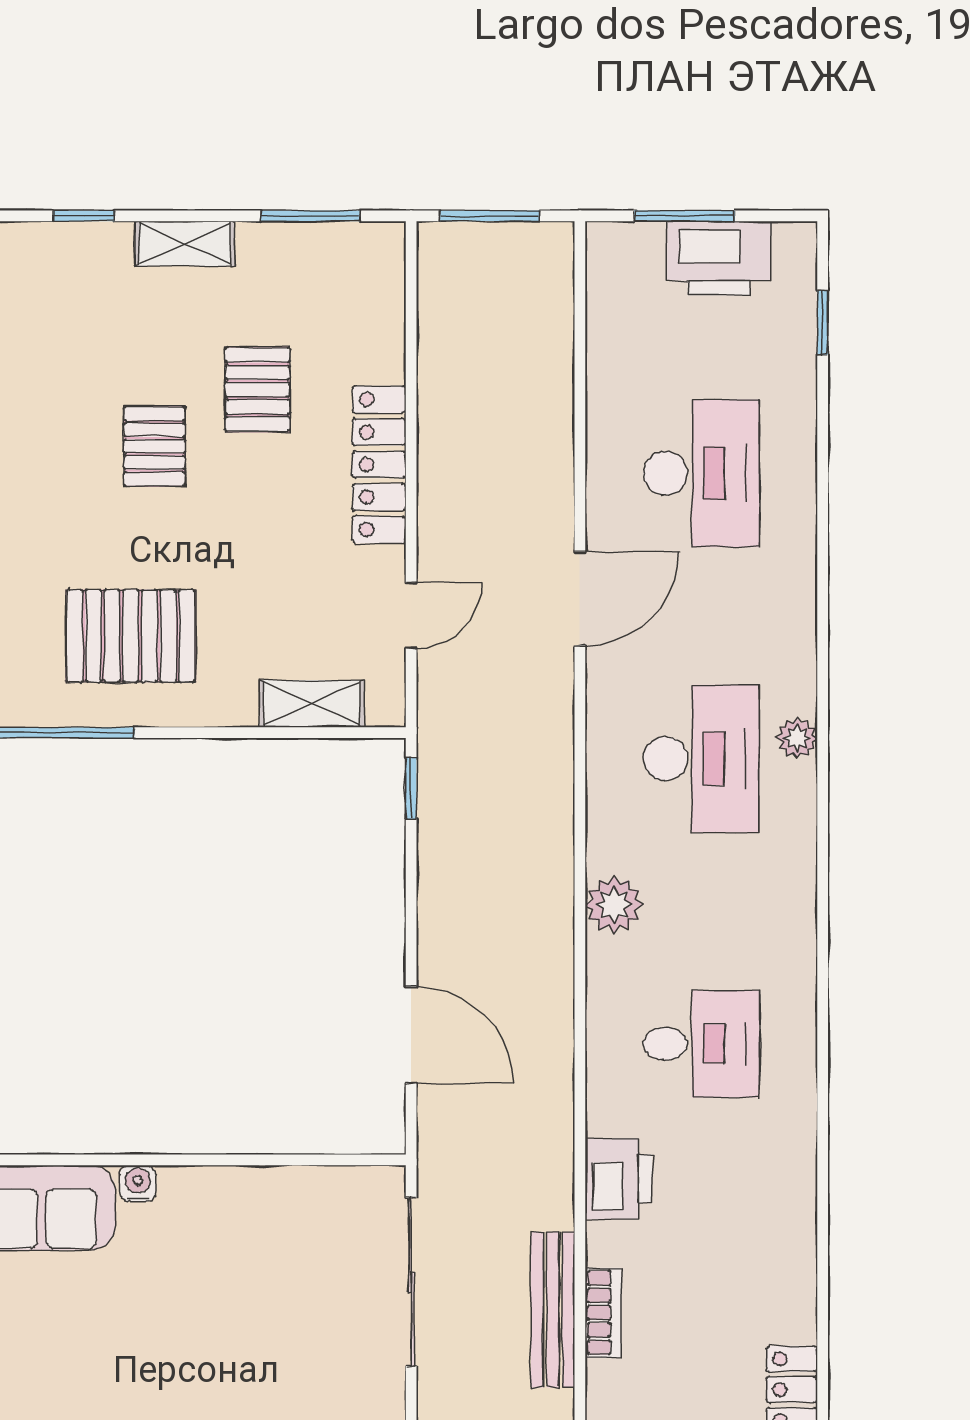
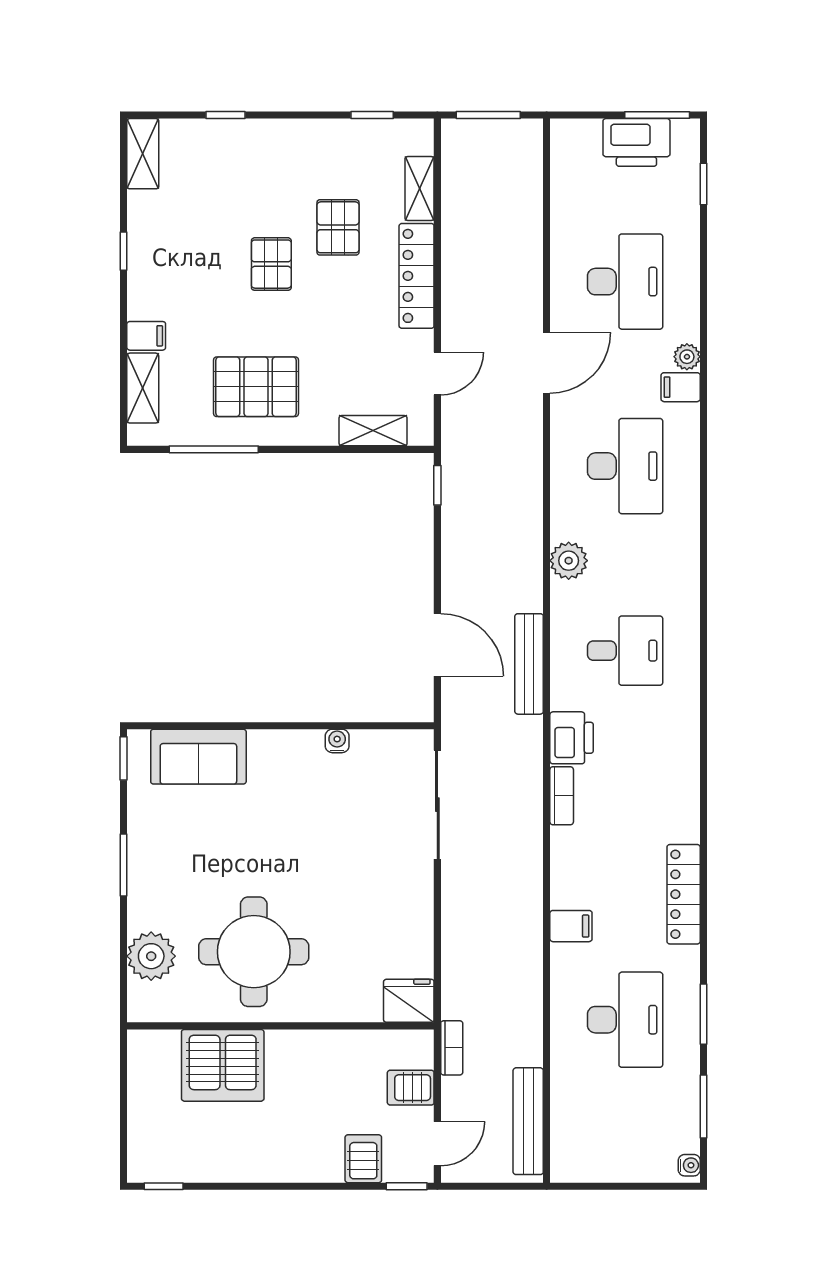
window: (310, 216) -> (372, 115), width x0.67
window: (684, 216) -> (657, 115), moved
shelving: (185, 243) -> (420, 188), moved, turned 90
filing cabinet: (787, 637) -> (681, 387), added
plant: (797, 738) -> (687, 357), moved
water cooler: (138, 1183) -> (337, 741), moved
bench: (553, 1310) -> (529, 664), moved
bookcase: (603, 1313) -> (562, 796), moved

